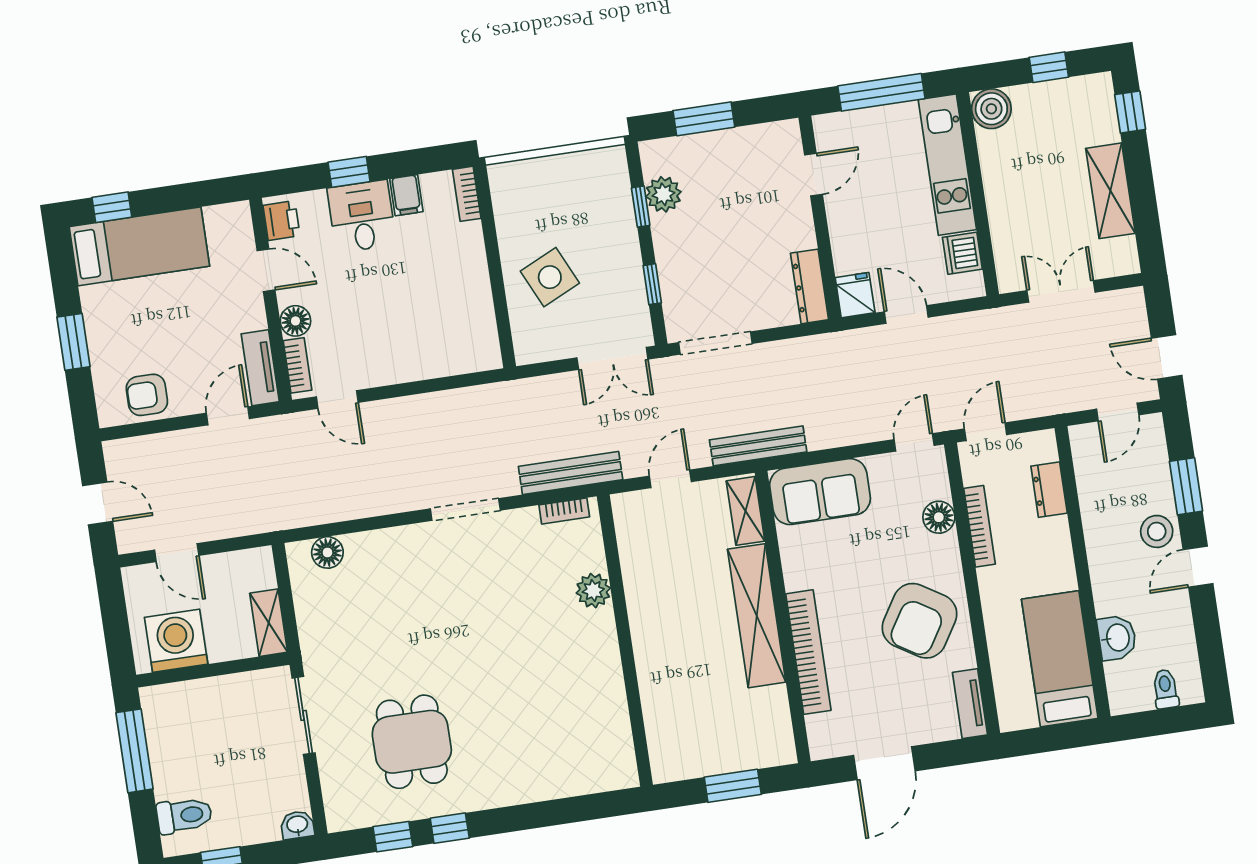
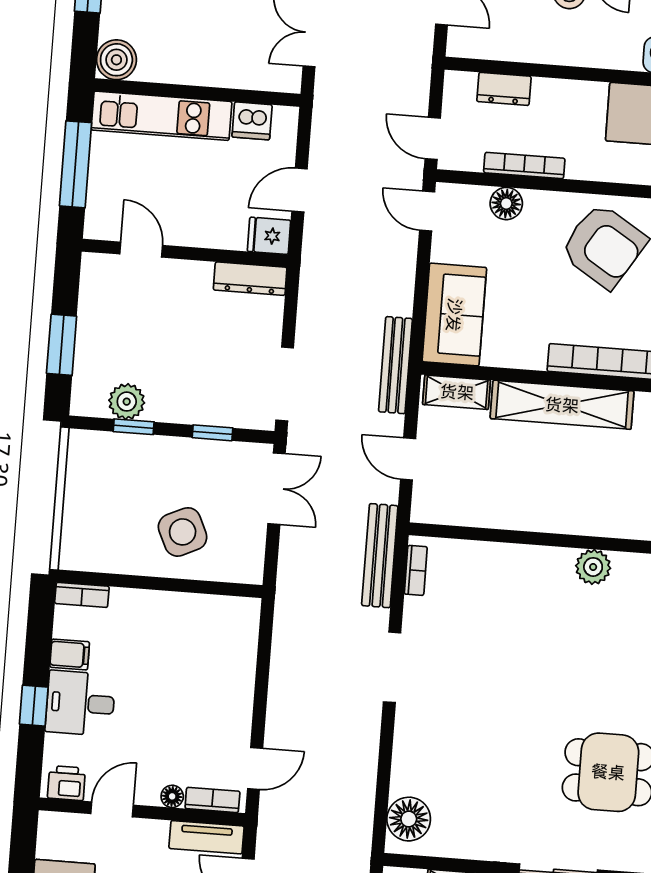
floor lamp: (295, 321) -> (172, 796), width x0.73, depth x0.73
floor lamp: (327, 552) -> (409, 819), width x1.38, depth x1.38
plant: (593, 591) -> (593, 567), moved

